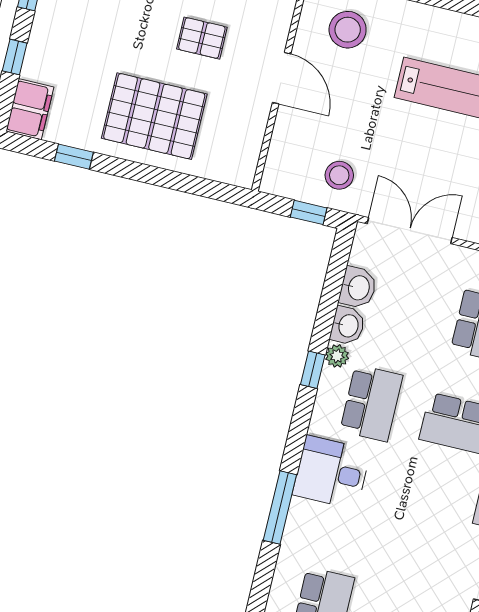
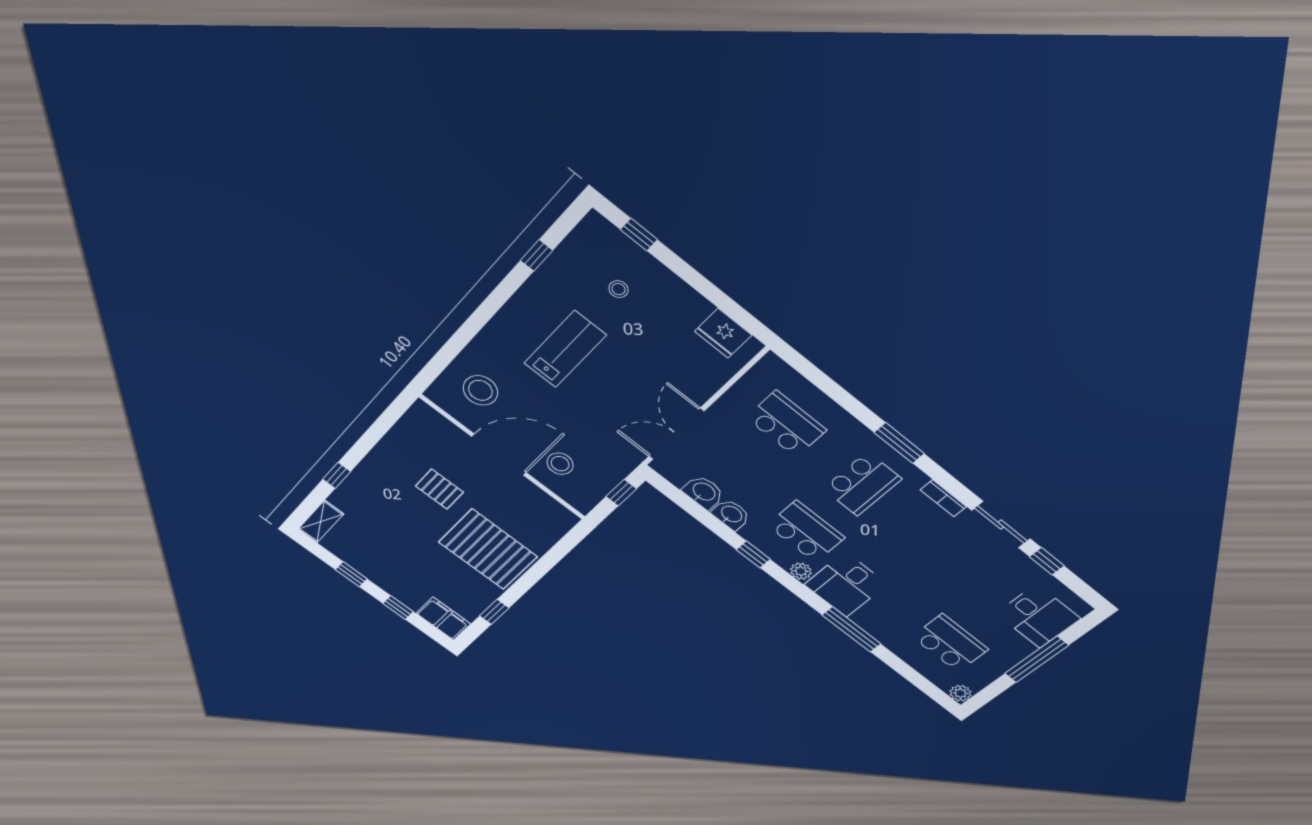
pallet: (202, 38) -> (439, 489), turned 90
door: (282, 78) -> (499, 455), width x1.36
pallet: (154, 116) -> (488, 549), turned 90
stool: (339, 175) -> (560, 464), moved
plant: (337, 356) -> (801, 571), moved

